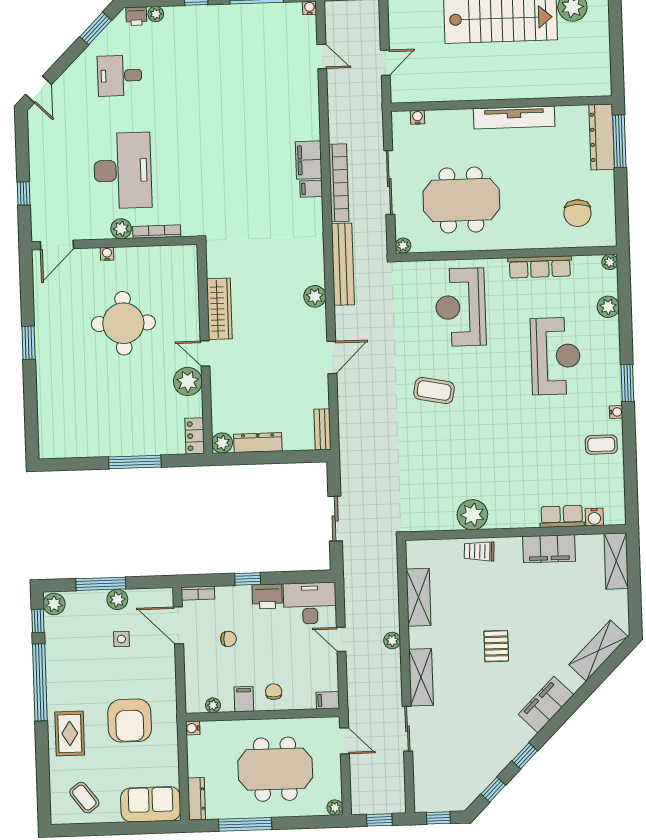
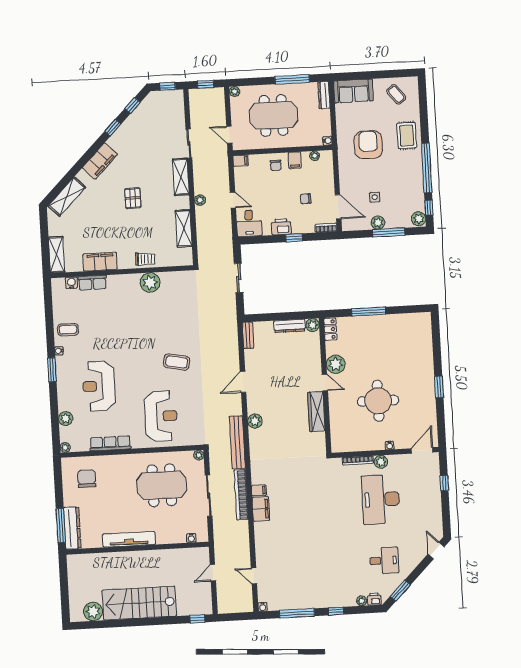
desk: (310, 603) -> (249, 223), width x0.73

